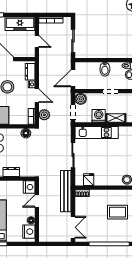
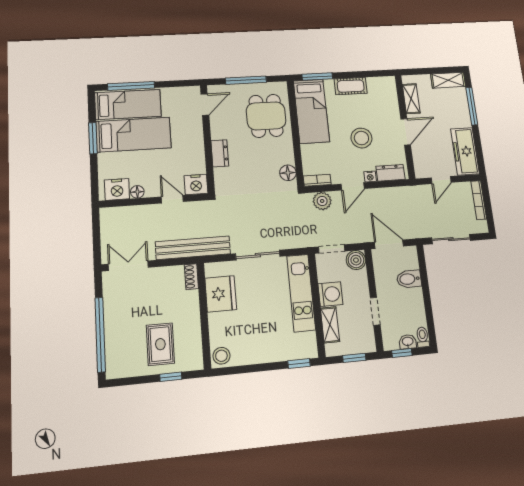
bidet: (105, 69) -> (409, 279), moved
fridge: (89, 180) -> (221, 294), width x1.88, depth x1.34
double door: (73, 227) -> (128, 266), swing flipped

